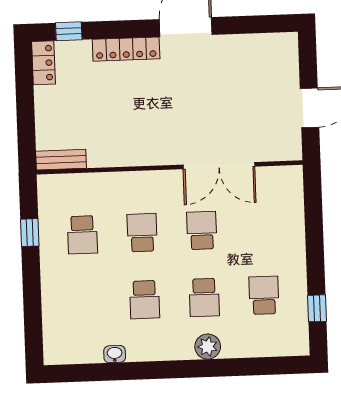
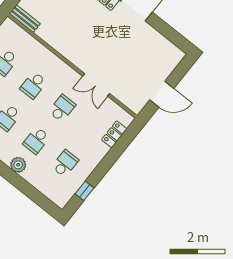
double door: (219, 166) -> (96, 85), width x0.73
locker: (294, 207) -> (114, 134), added
school desk: (142, 233) -> (33, 85), turned 180

